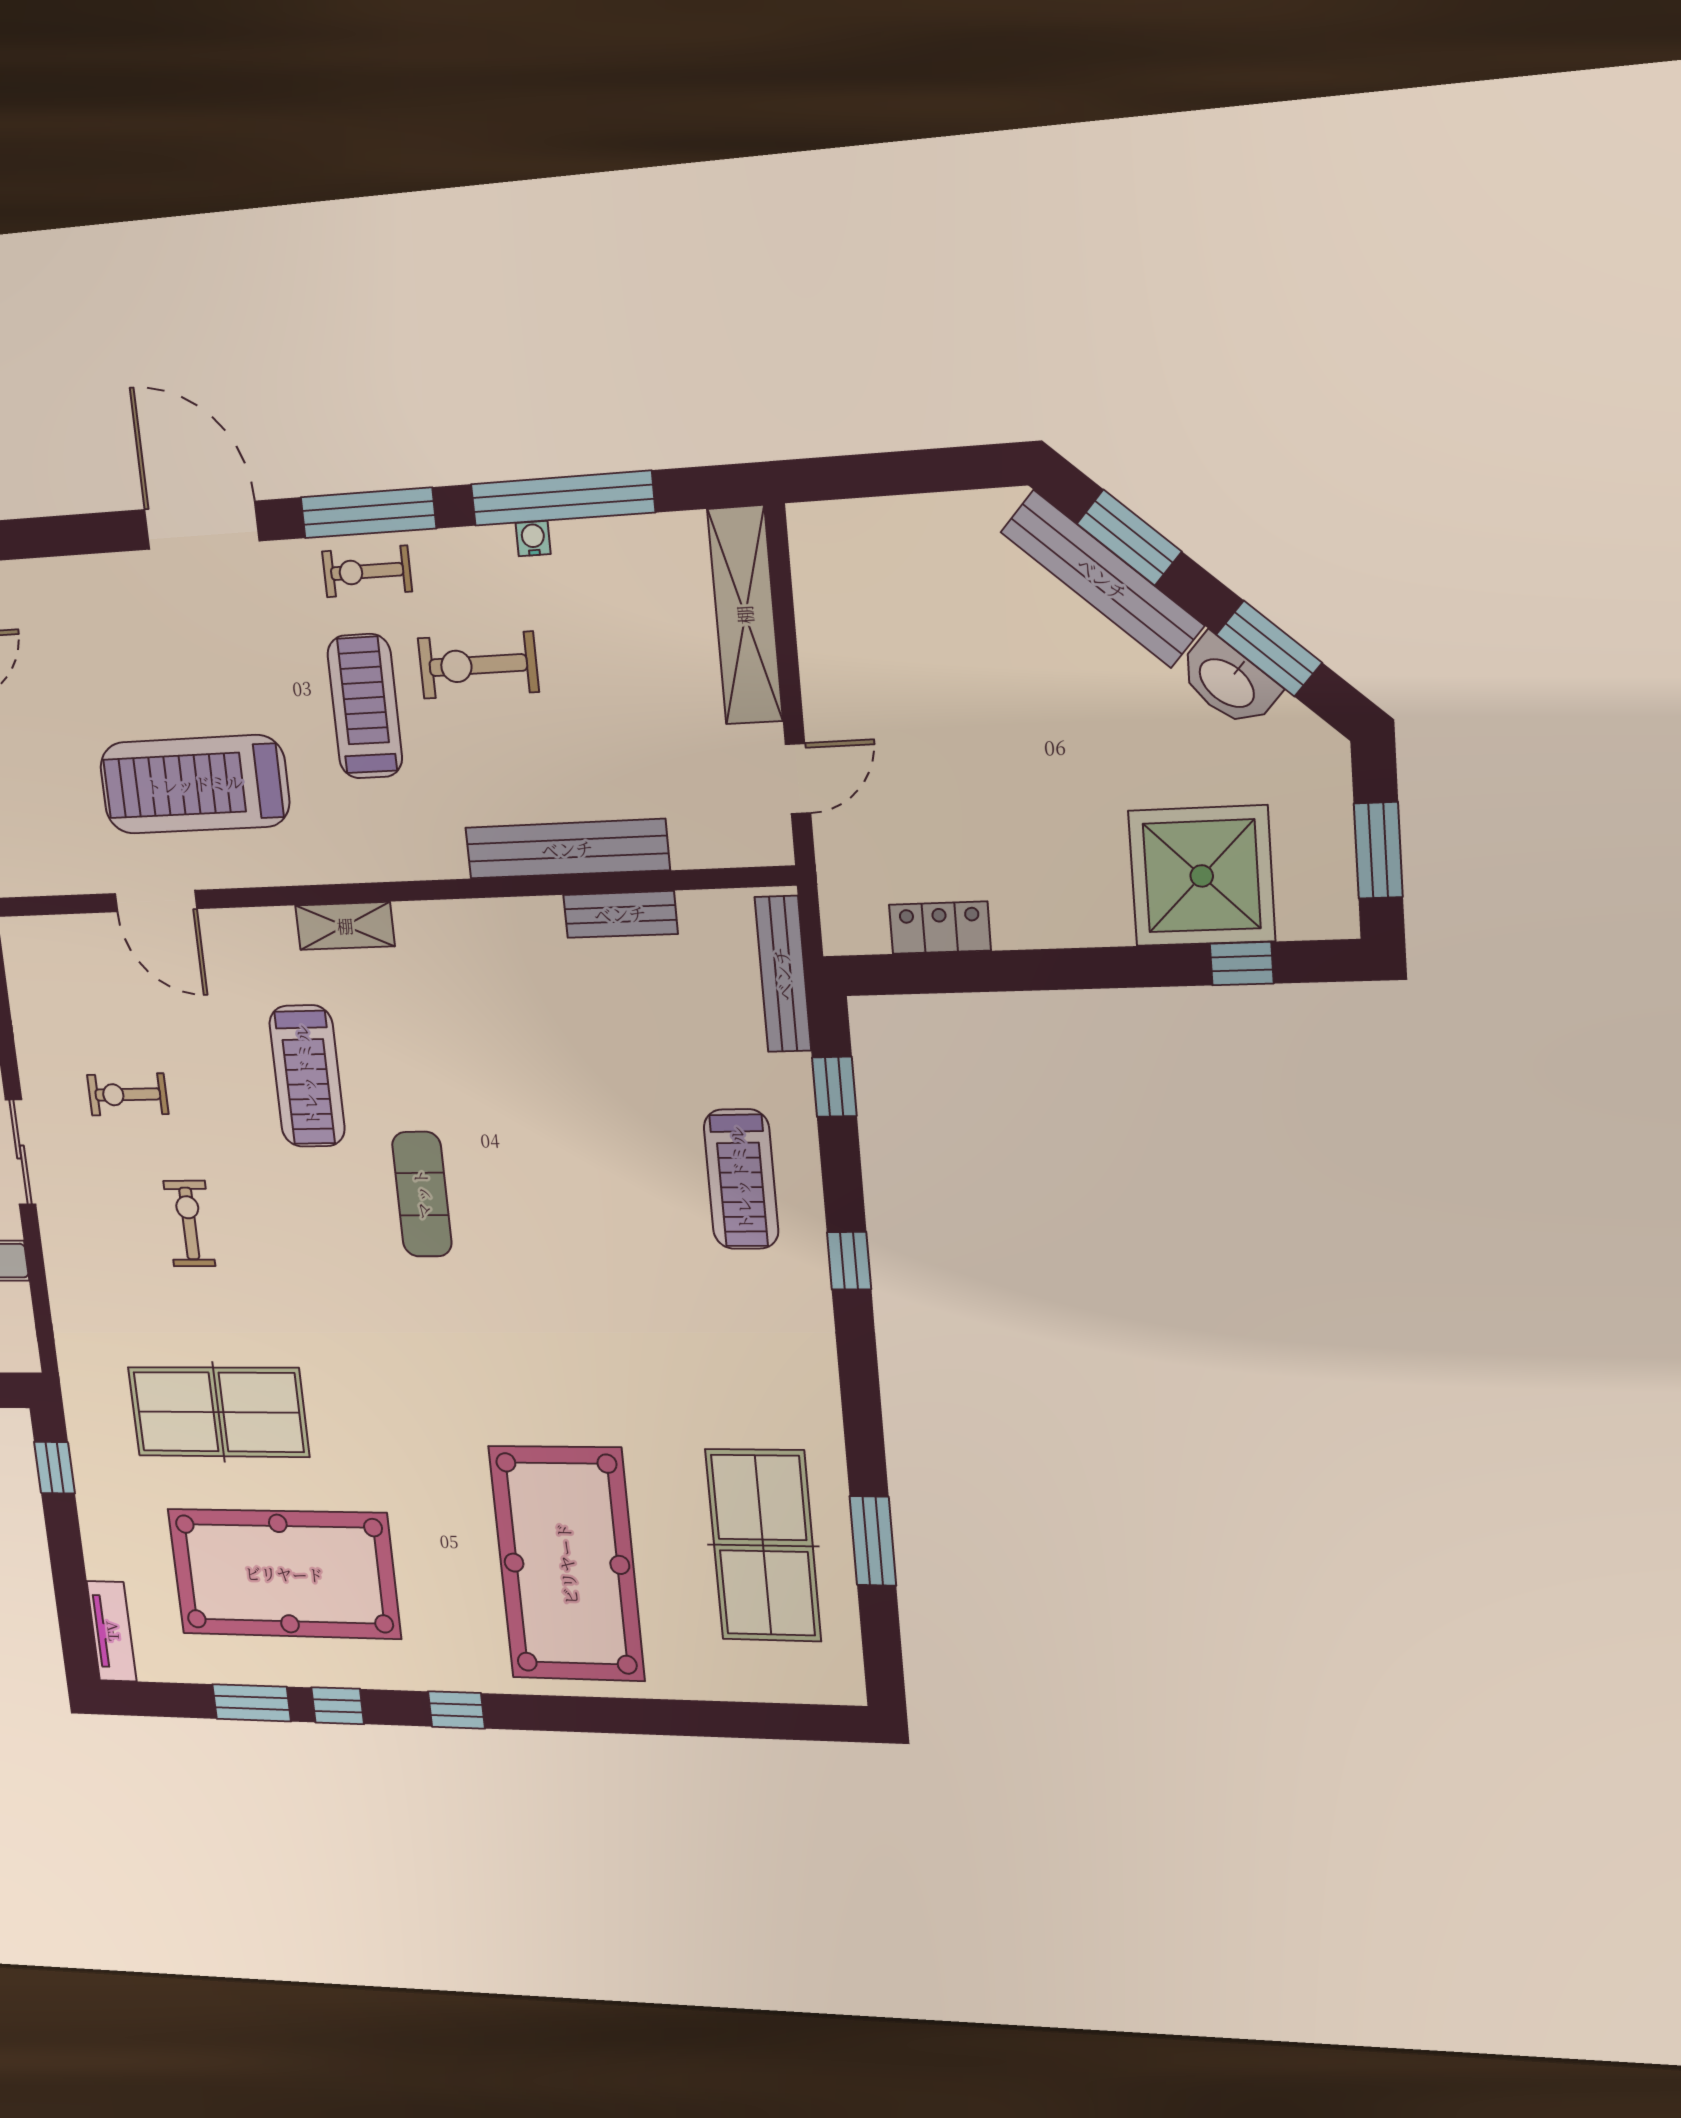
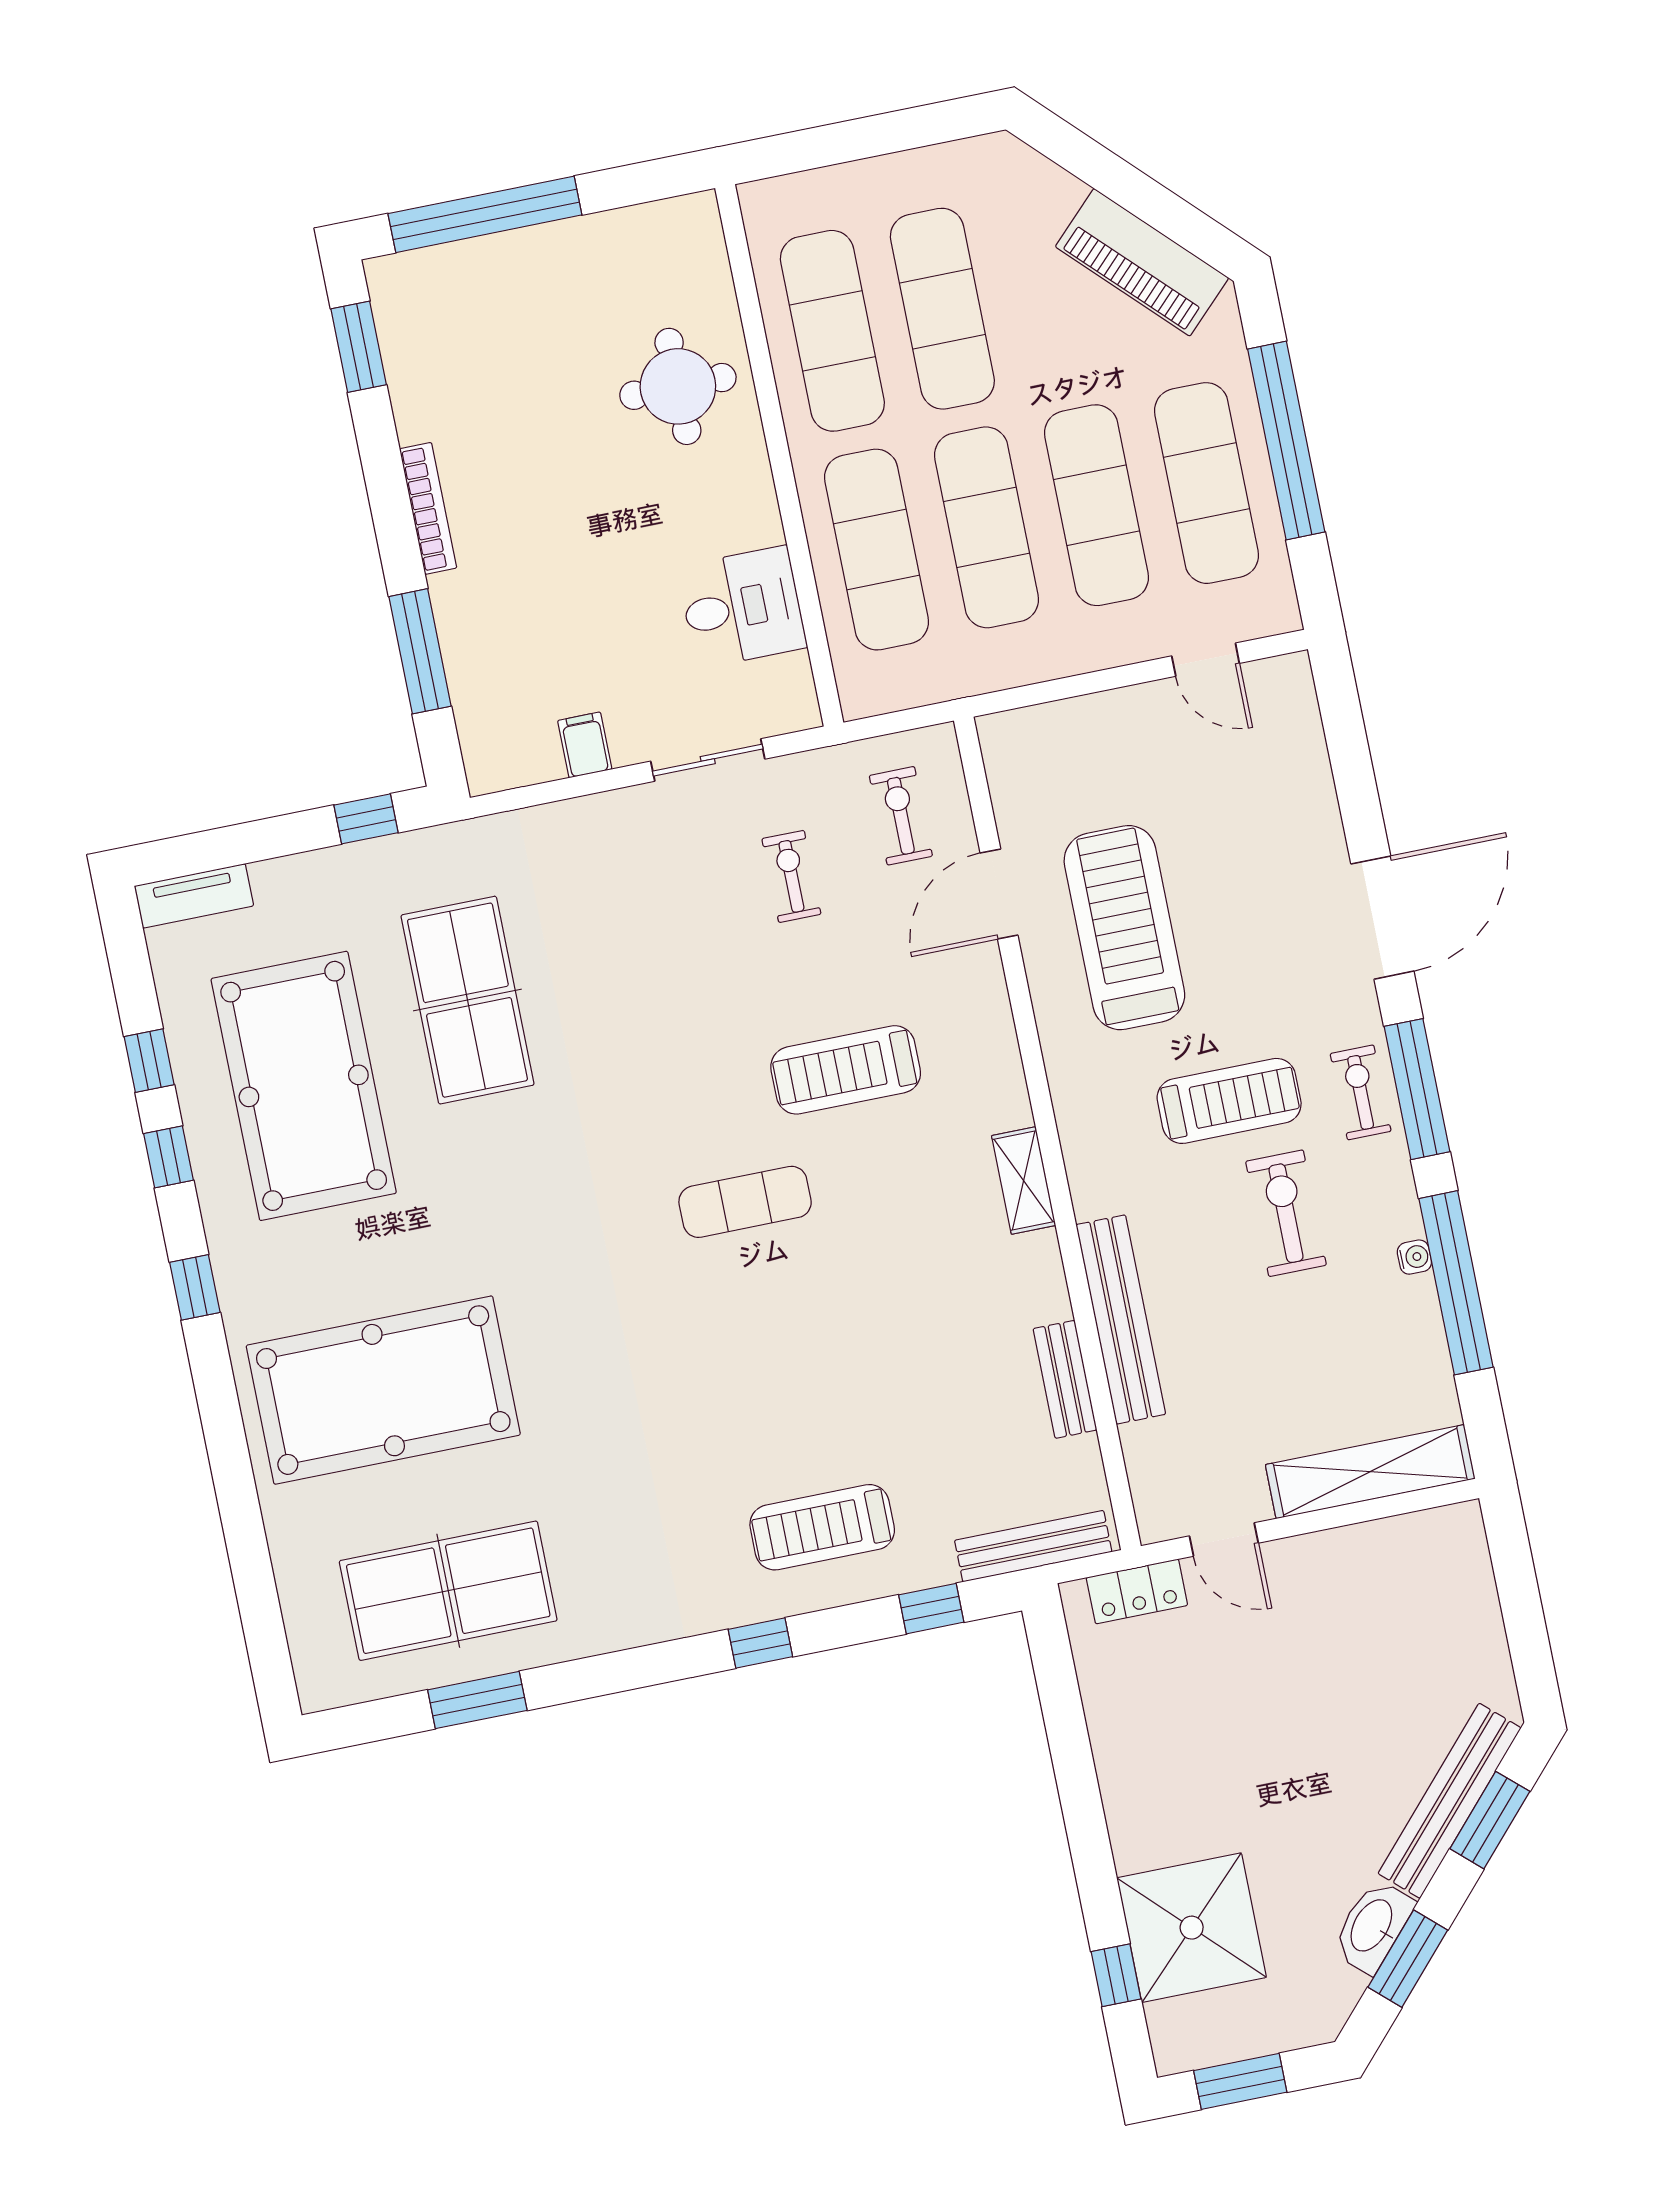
shelving: (345, 926) -> (1024, 1181), moved
locker: (940, 928) -> (1137, 1591), moved, turned 90
exercise bike: (189, 1224) -> (901, 816), moved, turned -90
window: (252, 1703) -> (149, 1061), width x0.67

